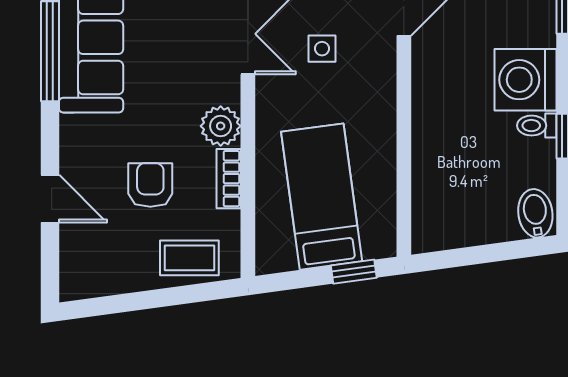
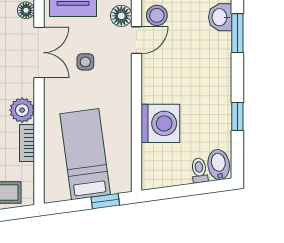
washing machine: (525, 80) -> (160, 123), moved, turned 180
toilet: (537, 126) -> (199, 170), moved, turned 82

